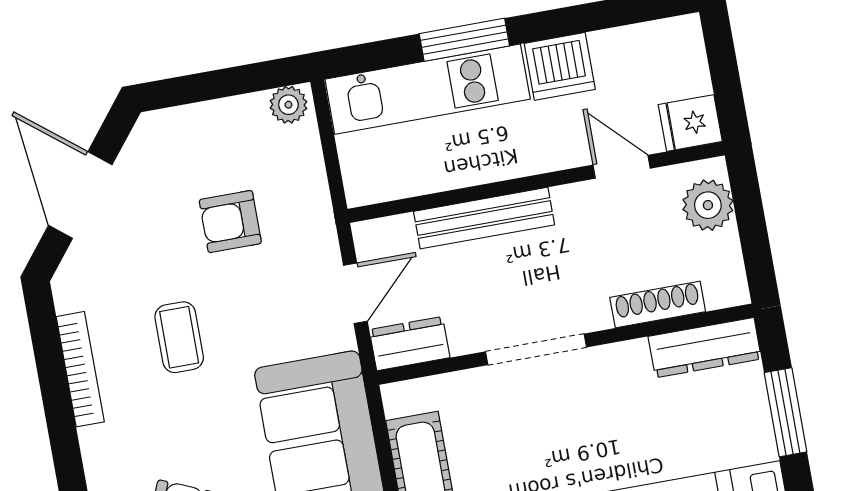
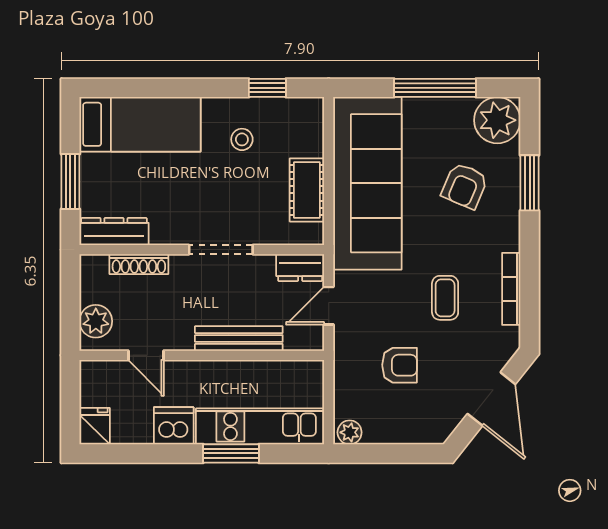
fridge: (690, 123) -> (95, 426), moved, turned -90

